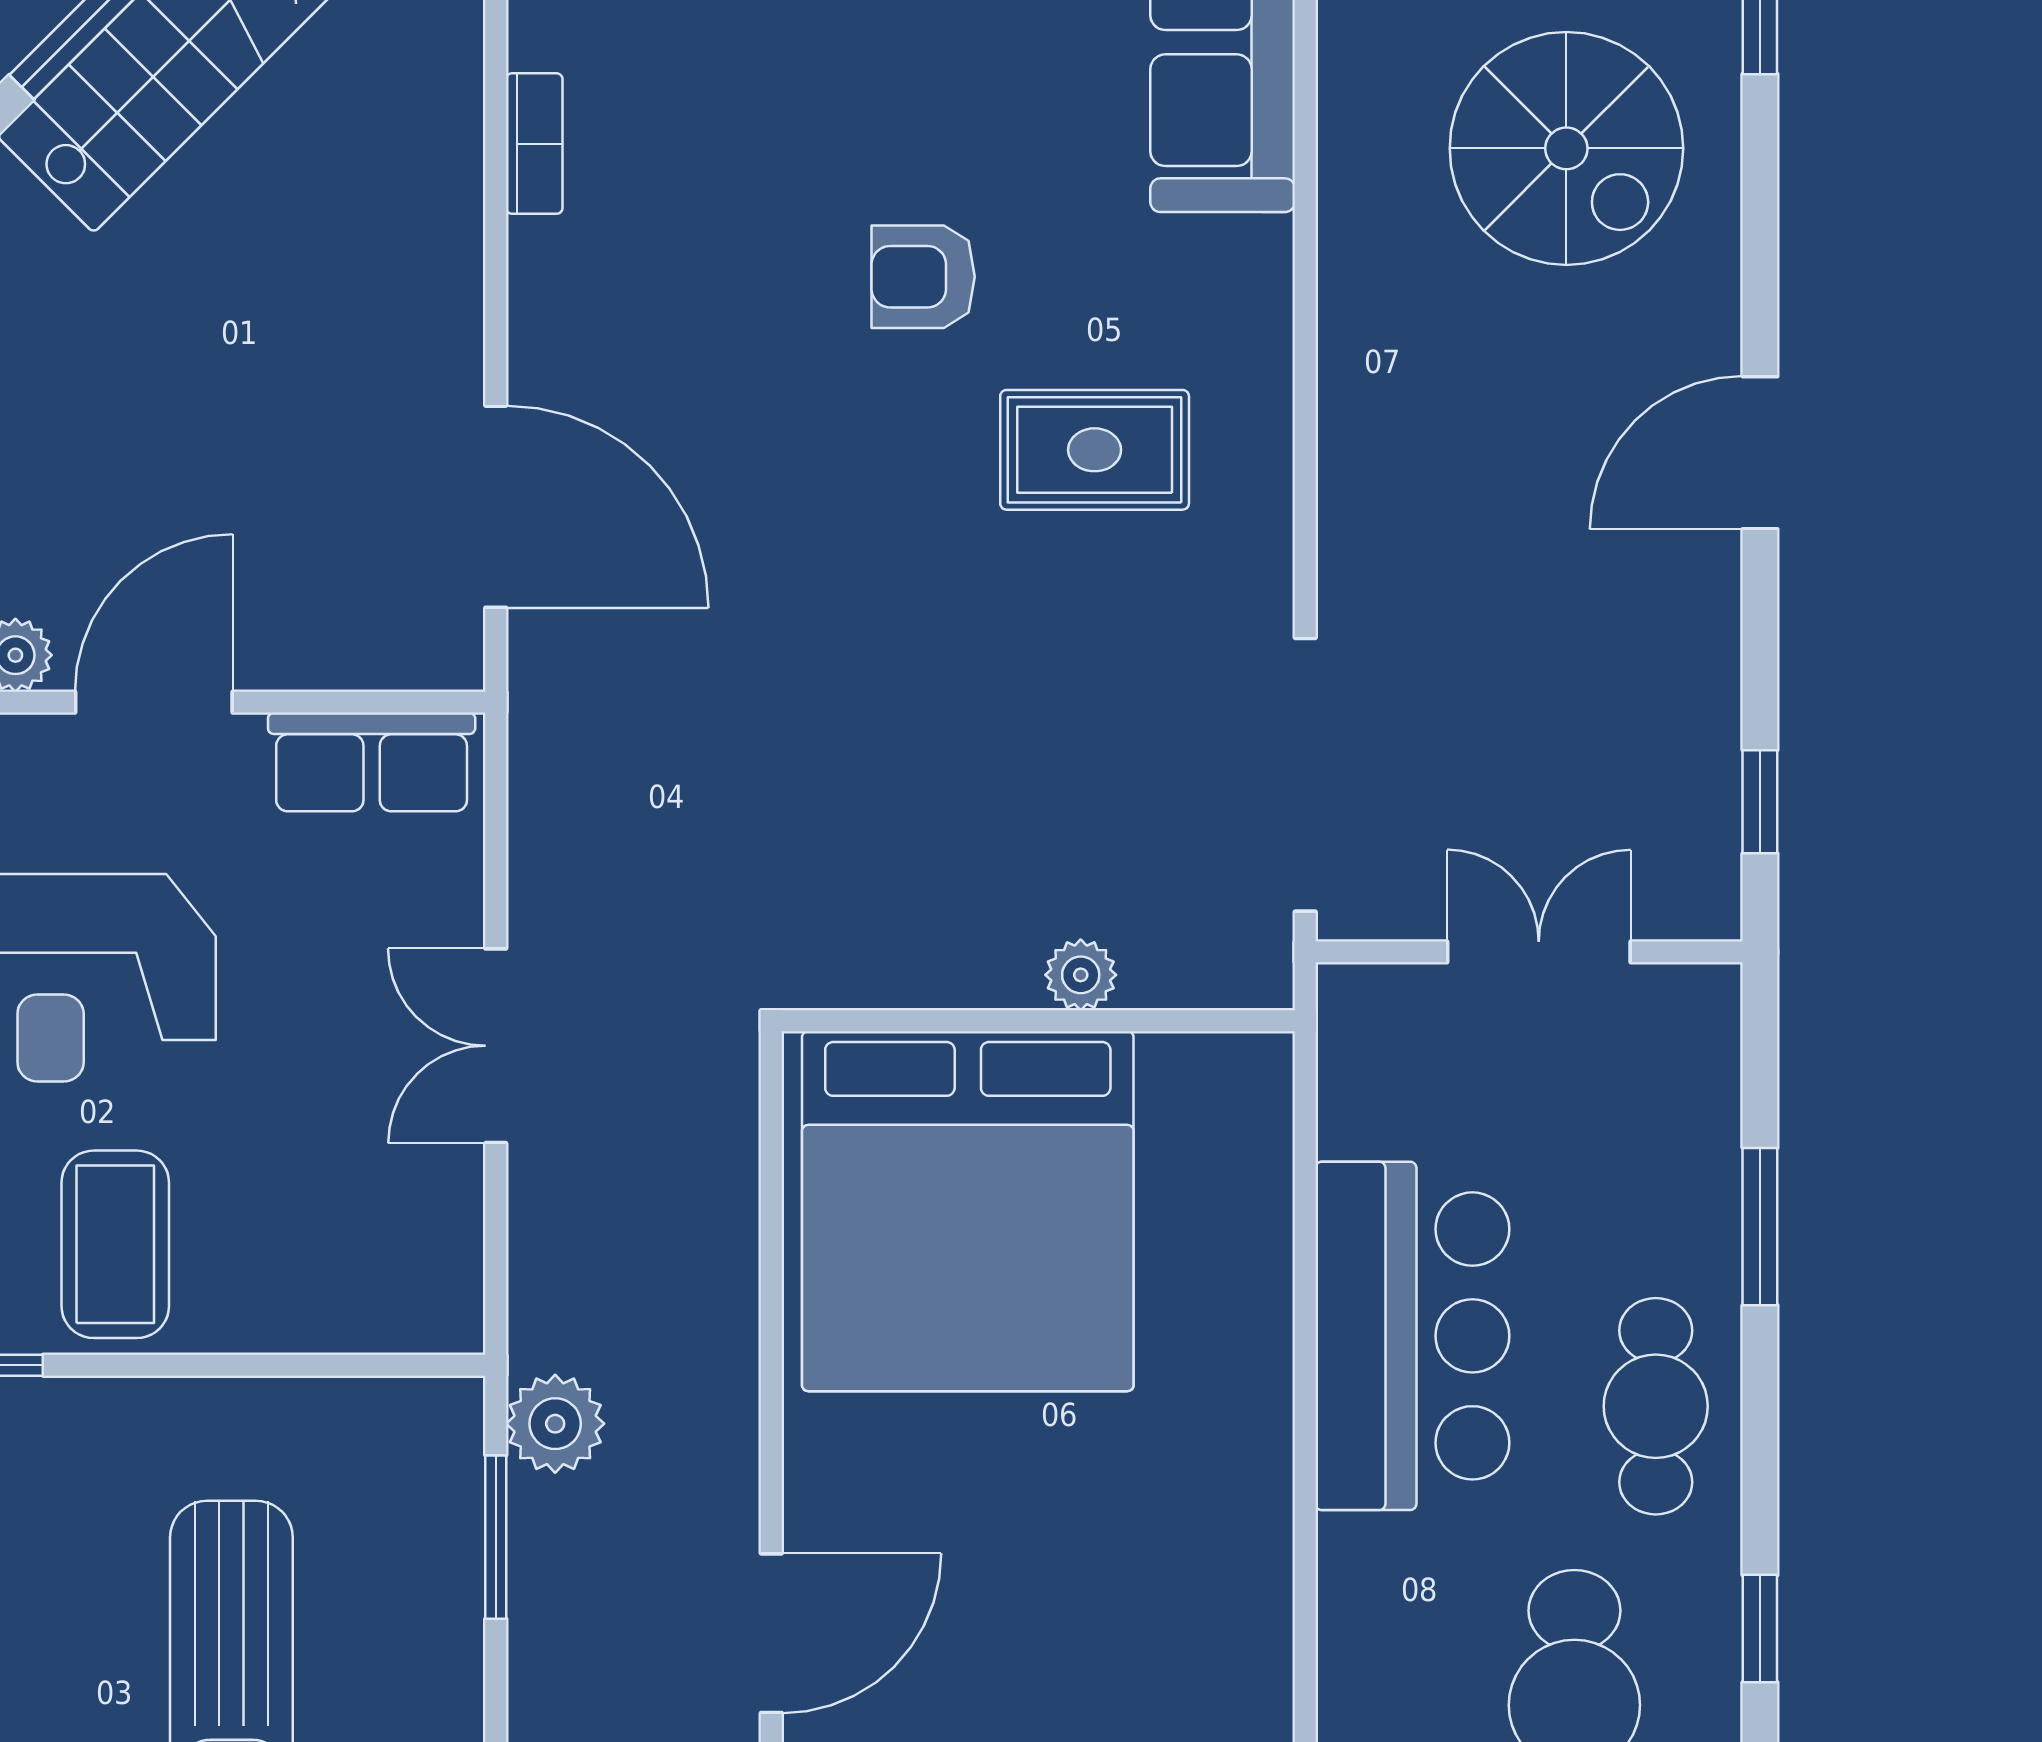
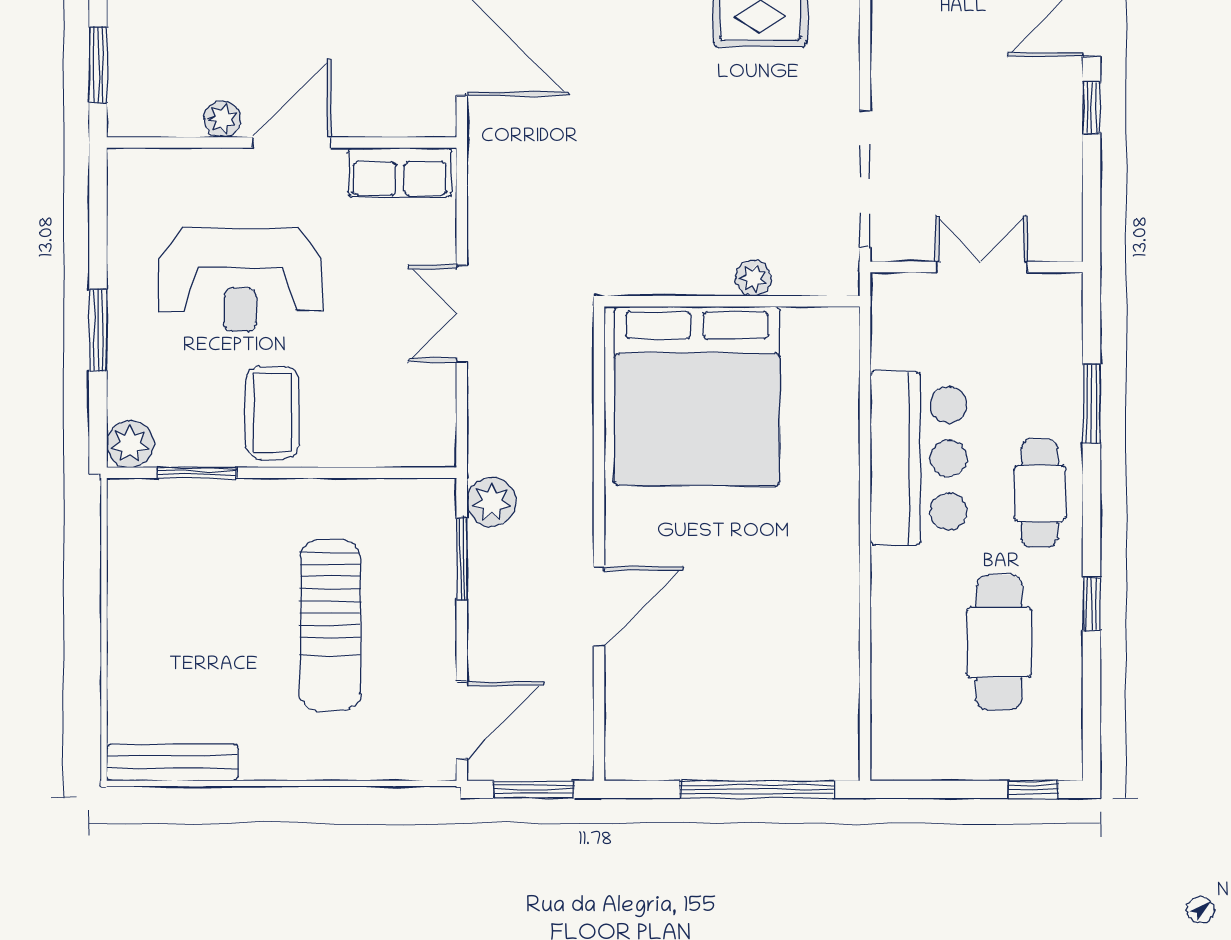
window: (1760, 802) -> (1092, 108), moved

